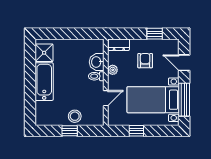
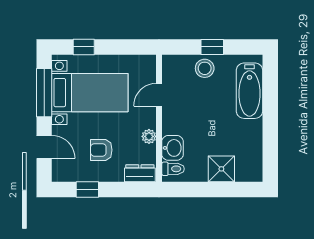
shower: (44, 53) -> (221, 169), moved
armchair: (145, 61) -> (101, 150), turned 90
toilet: (96, 76) -> (173, 169), moved
bathtub: (44, 82) -> (249, 91), moved
window: (136, 131) -> (84, 47), moved

